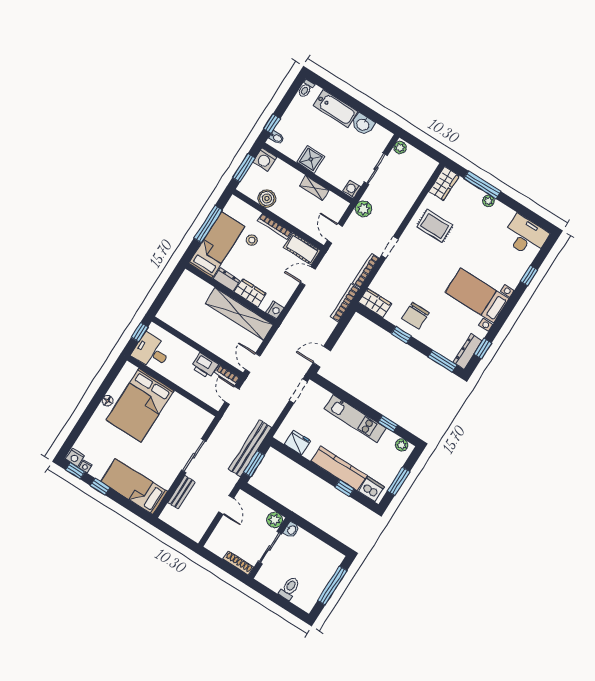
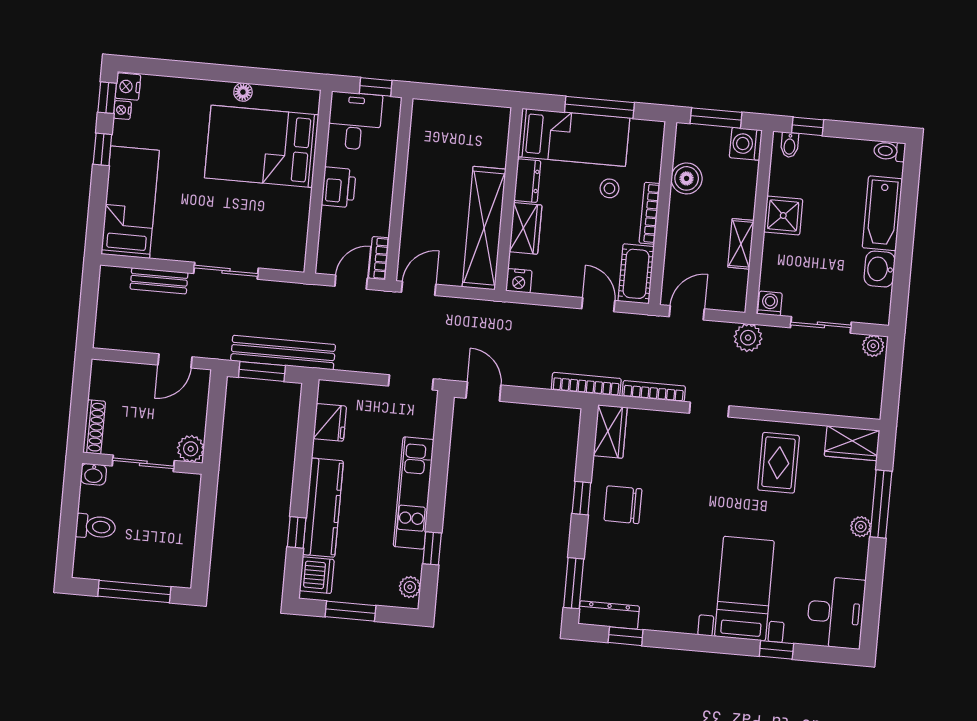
bed with nightstands: (477, 296) -> (744, 589), moved
printer: (204, 366) -> (339, 187), moved, turned 180
washbasin: (291, 530) -> (93, 474), moved

